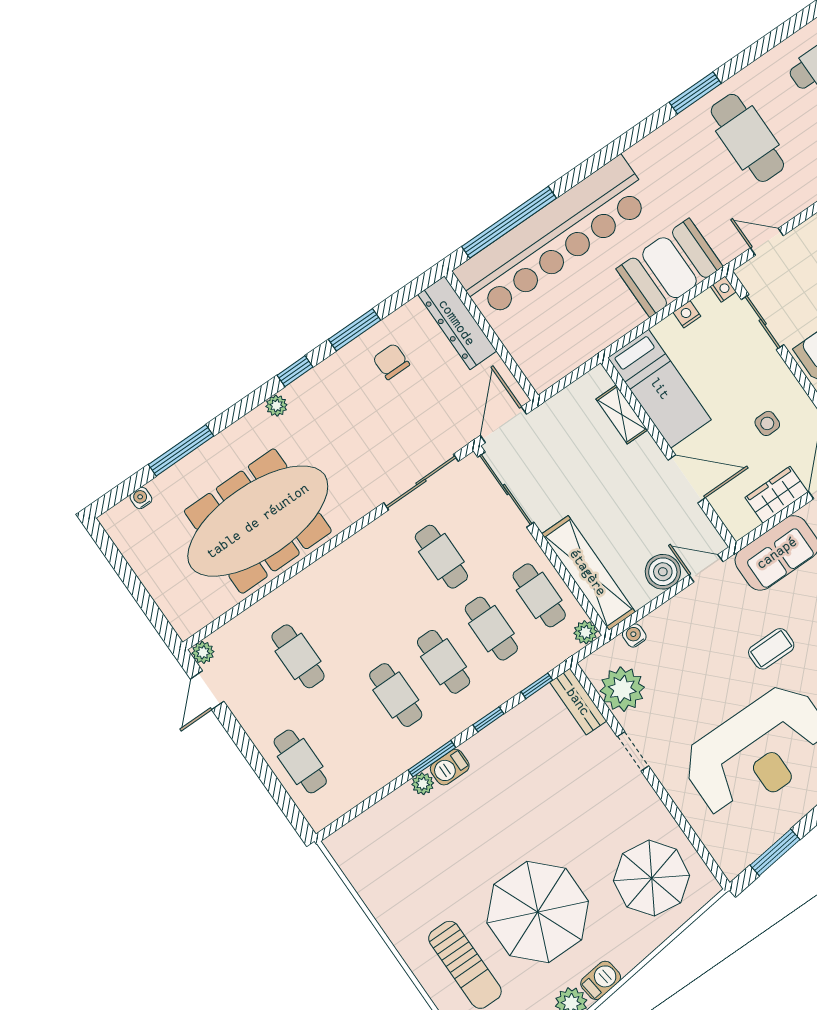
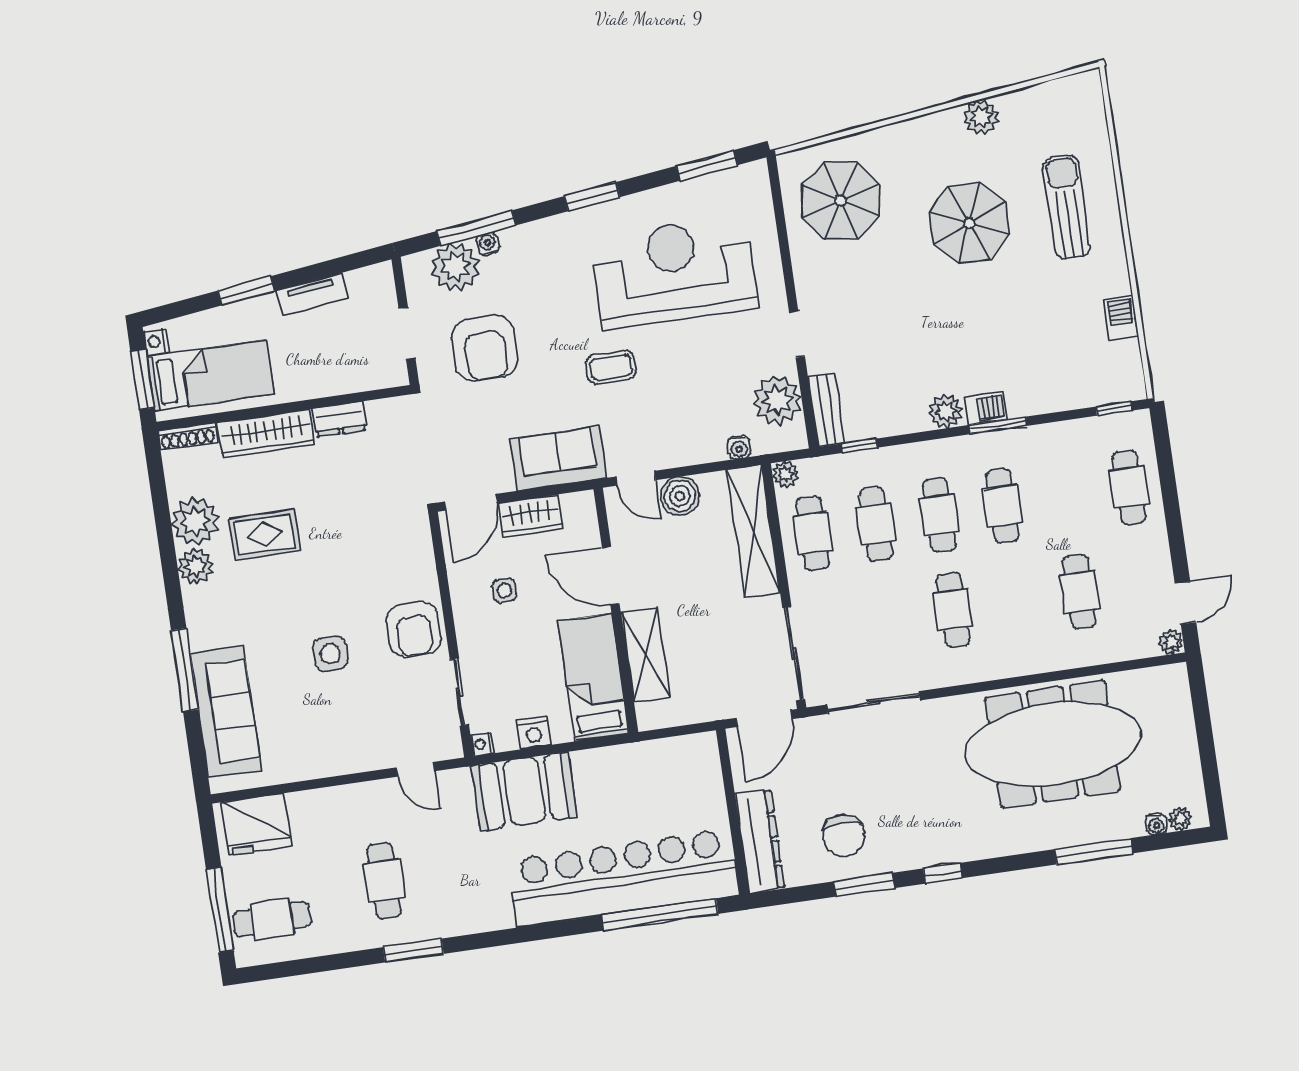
cafe table: (747, 138) -> (384, 881), width x0.73, depth x0.74
nightstand: (687, 314) -> (534, 733), width x1.39, depth x1.35
chair: (391, 361) -> (844, 836), width x1.37, depth x1.37
plant: (276, 406) -> (1180, 819), moved
shelving: (622, 415) -> (645, 655), width x1.50, depth x1.33
cafe table: (441, 557) -> (953, 610), moved
window: (488, 719) -> (1114, 409), moved
plant: (423, 784) -> (946, 411), moved, width x1.38, depth x1.38
parasol: (538, 912) -> (969, 223), width x0.73, depth x0.73
barbecue: (601, 980) -> (1121, 318), moved, turned 97

